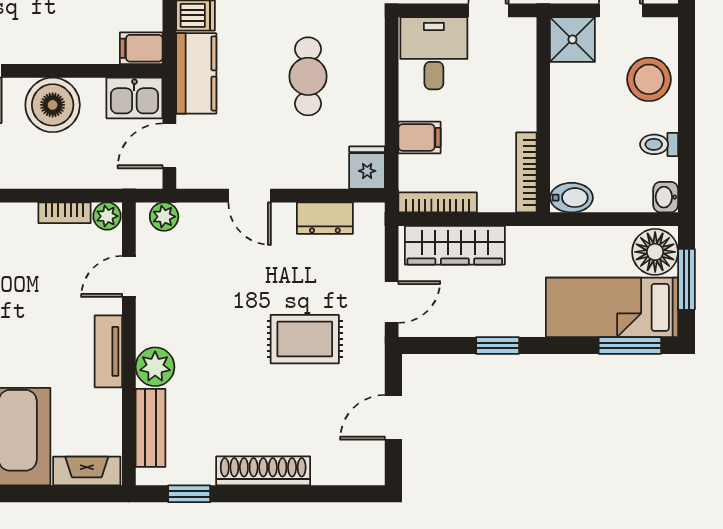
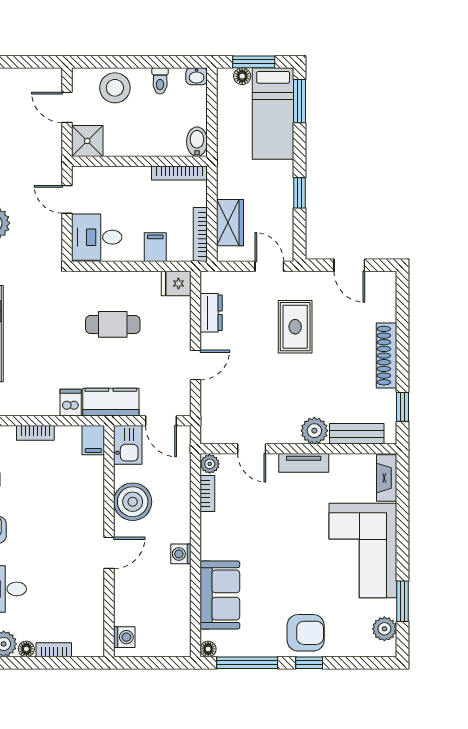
plant: (164, 217) -> (210, 424), removed
wardrobe: (455, 245) -> (230, 223), width x0.67
floor lamp: (655, 252) -> (242, 76), width x0.53, depth x0.53

